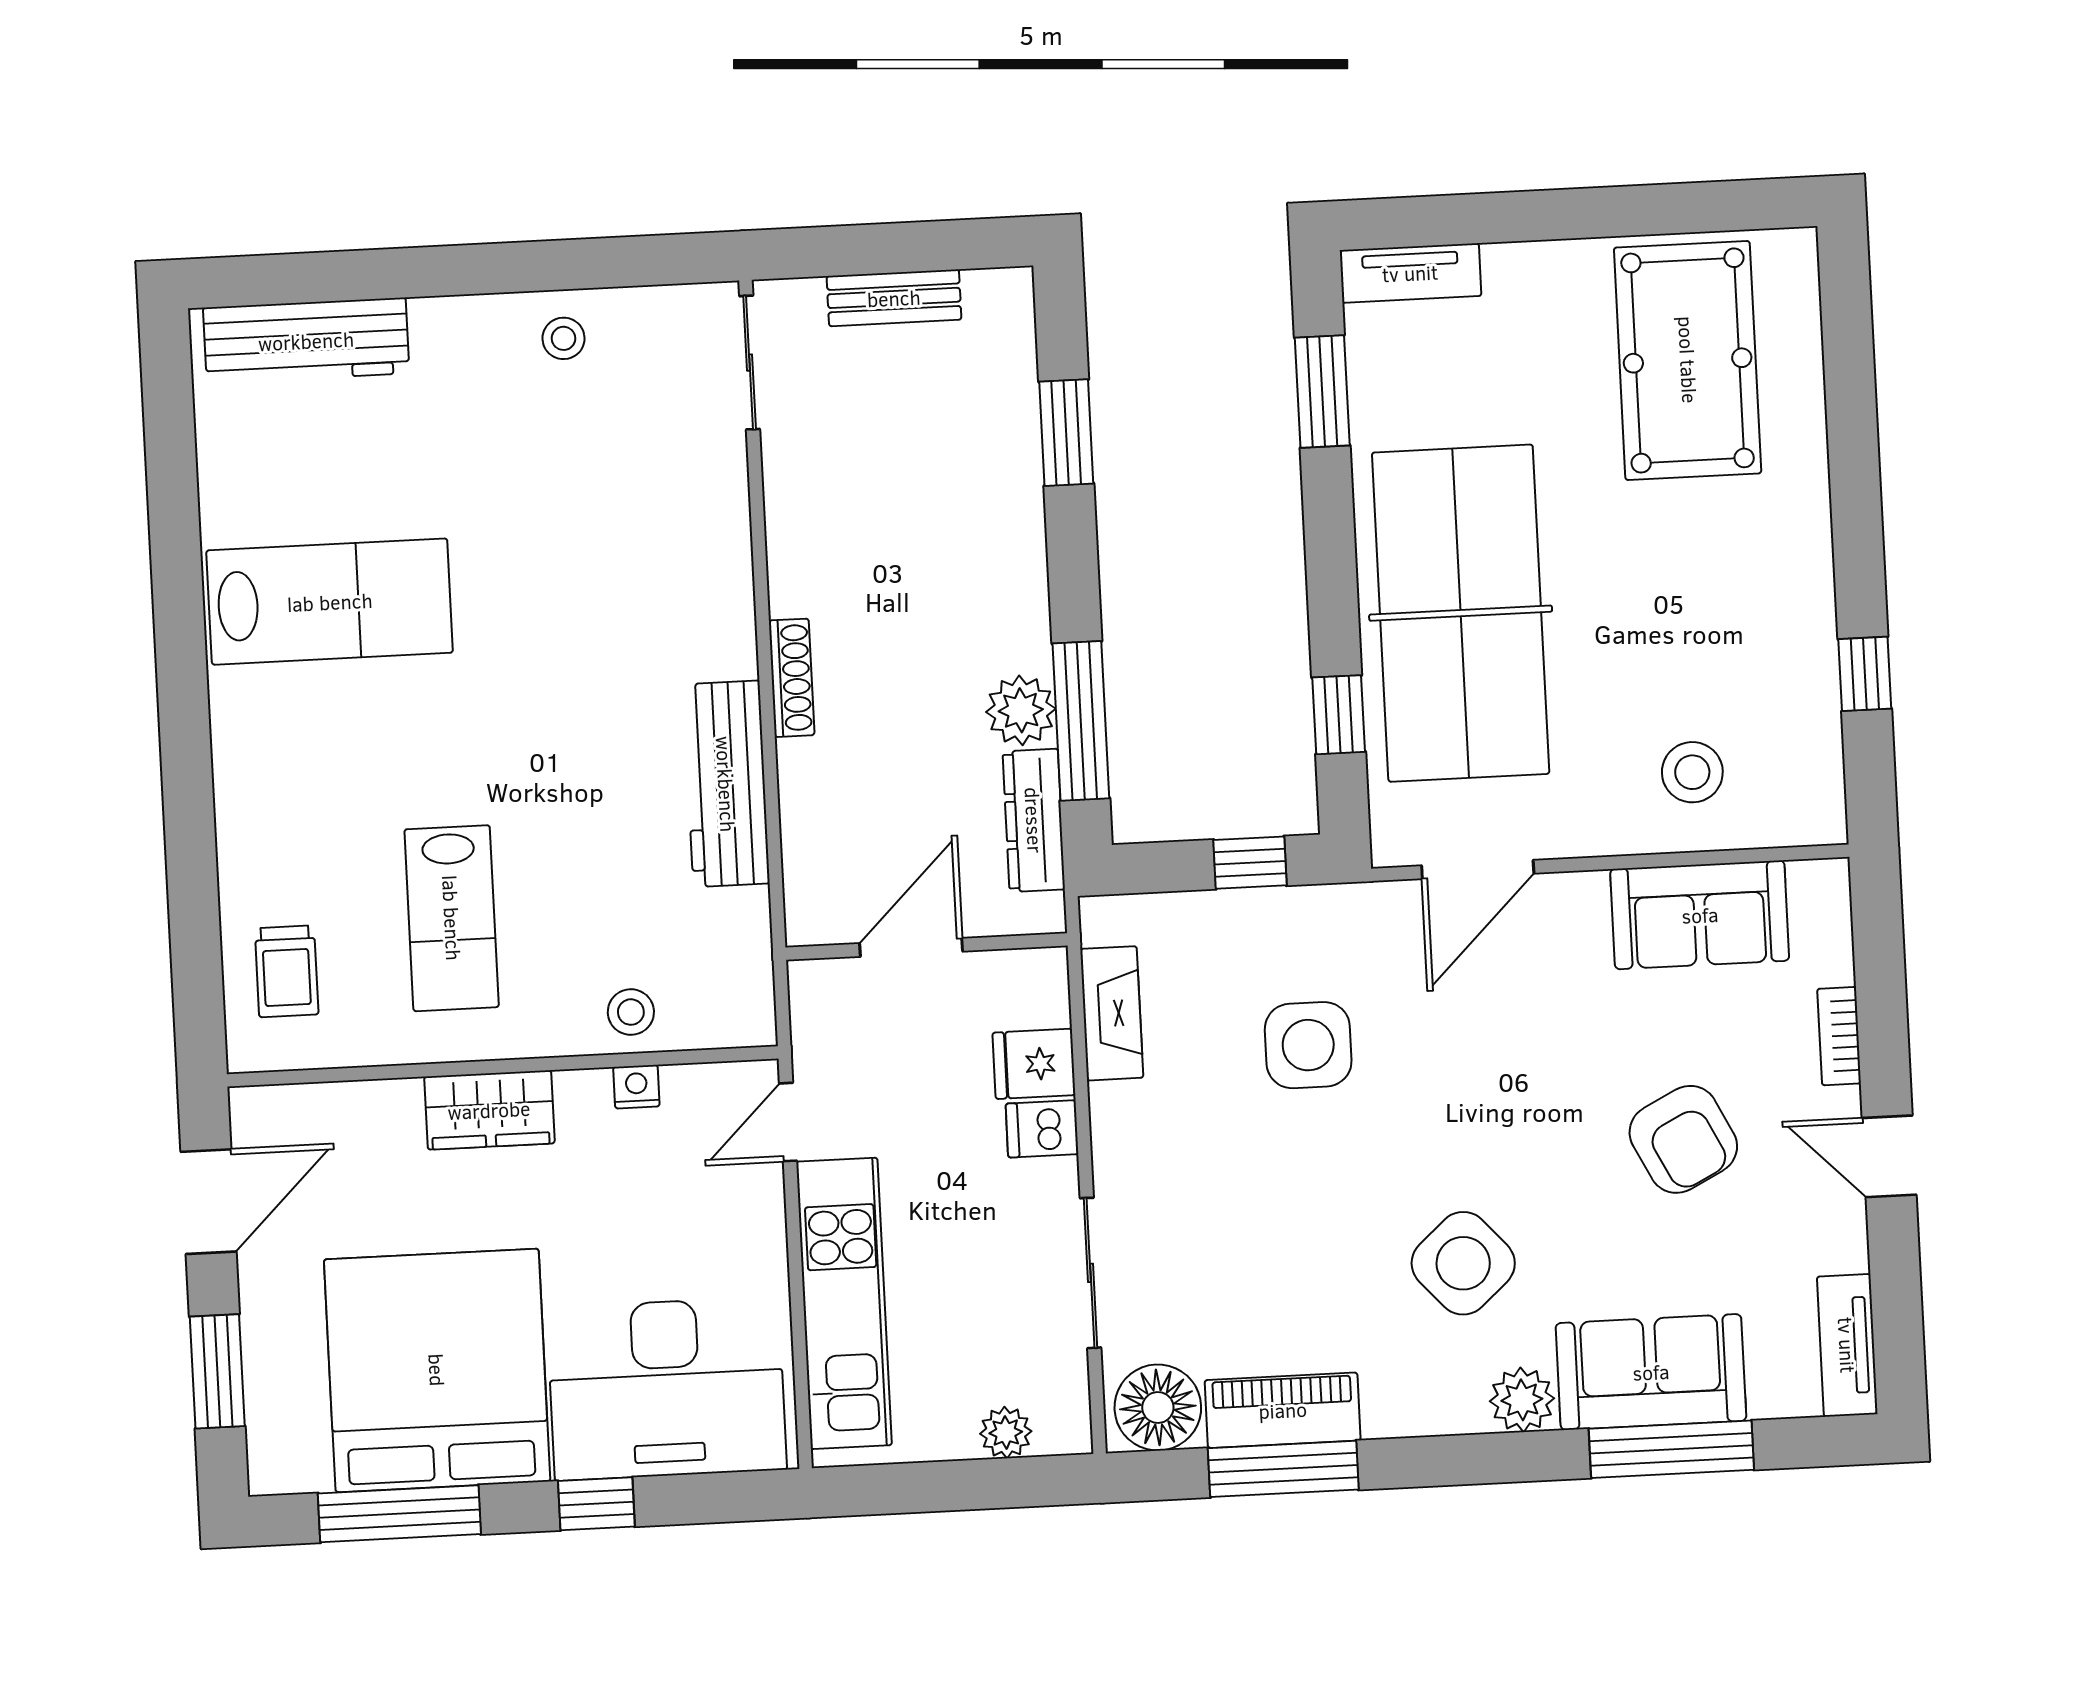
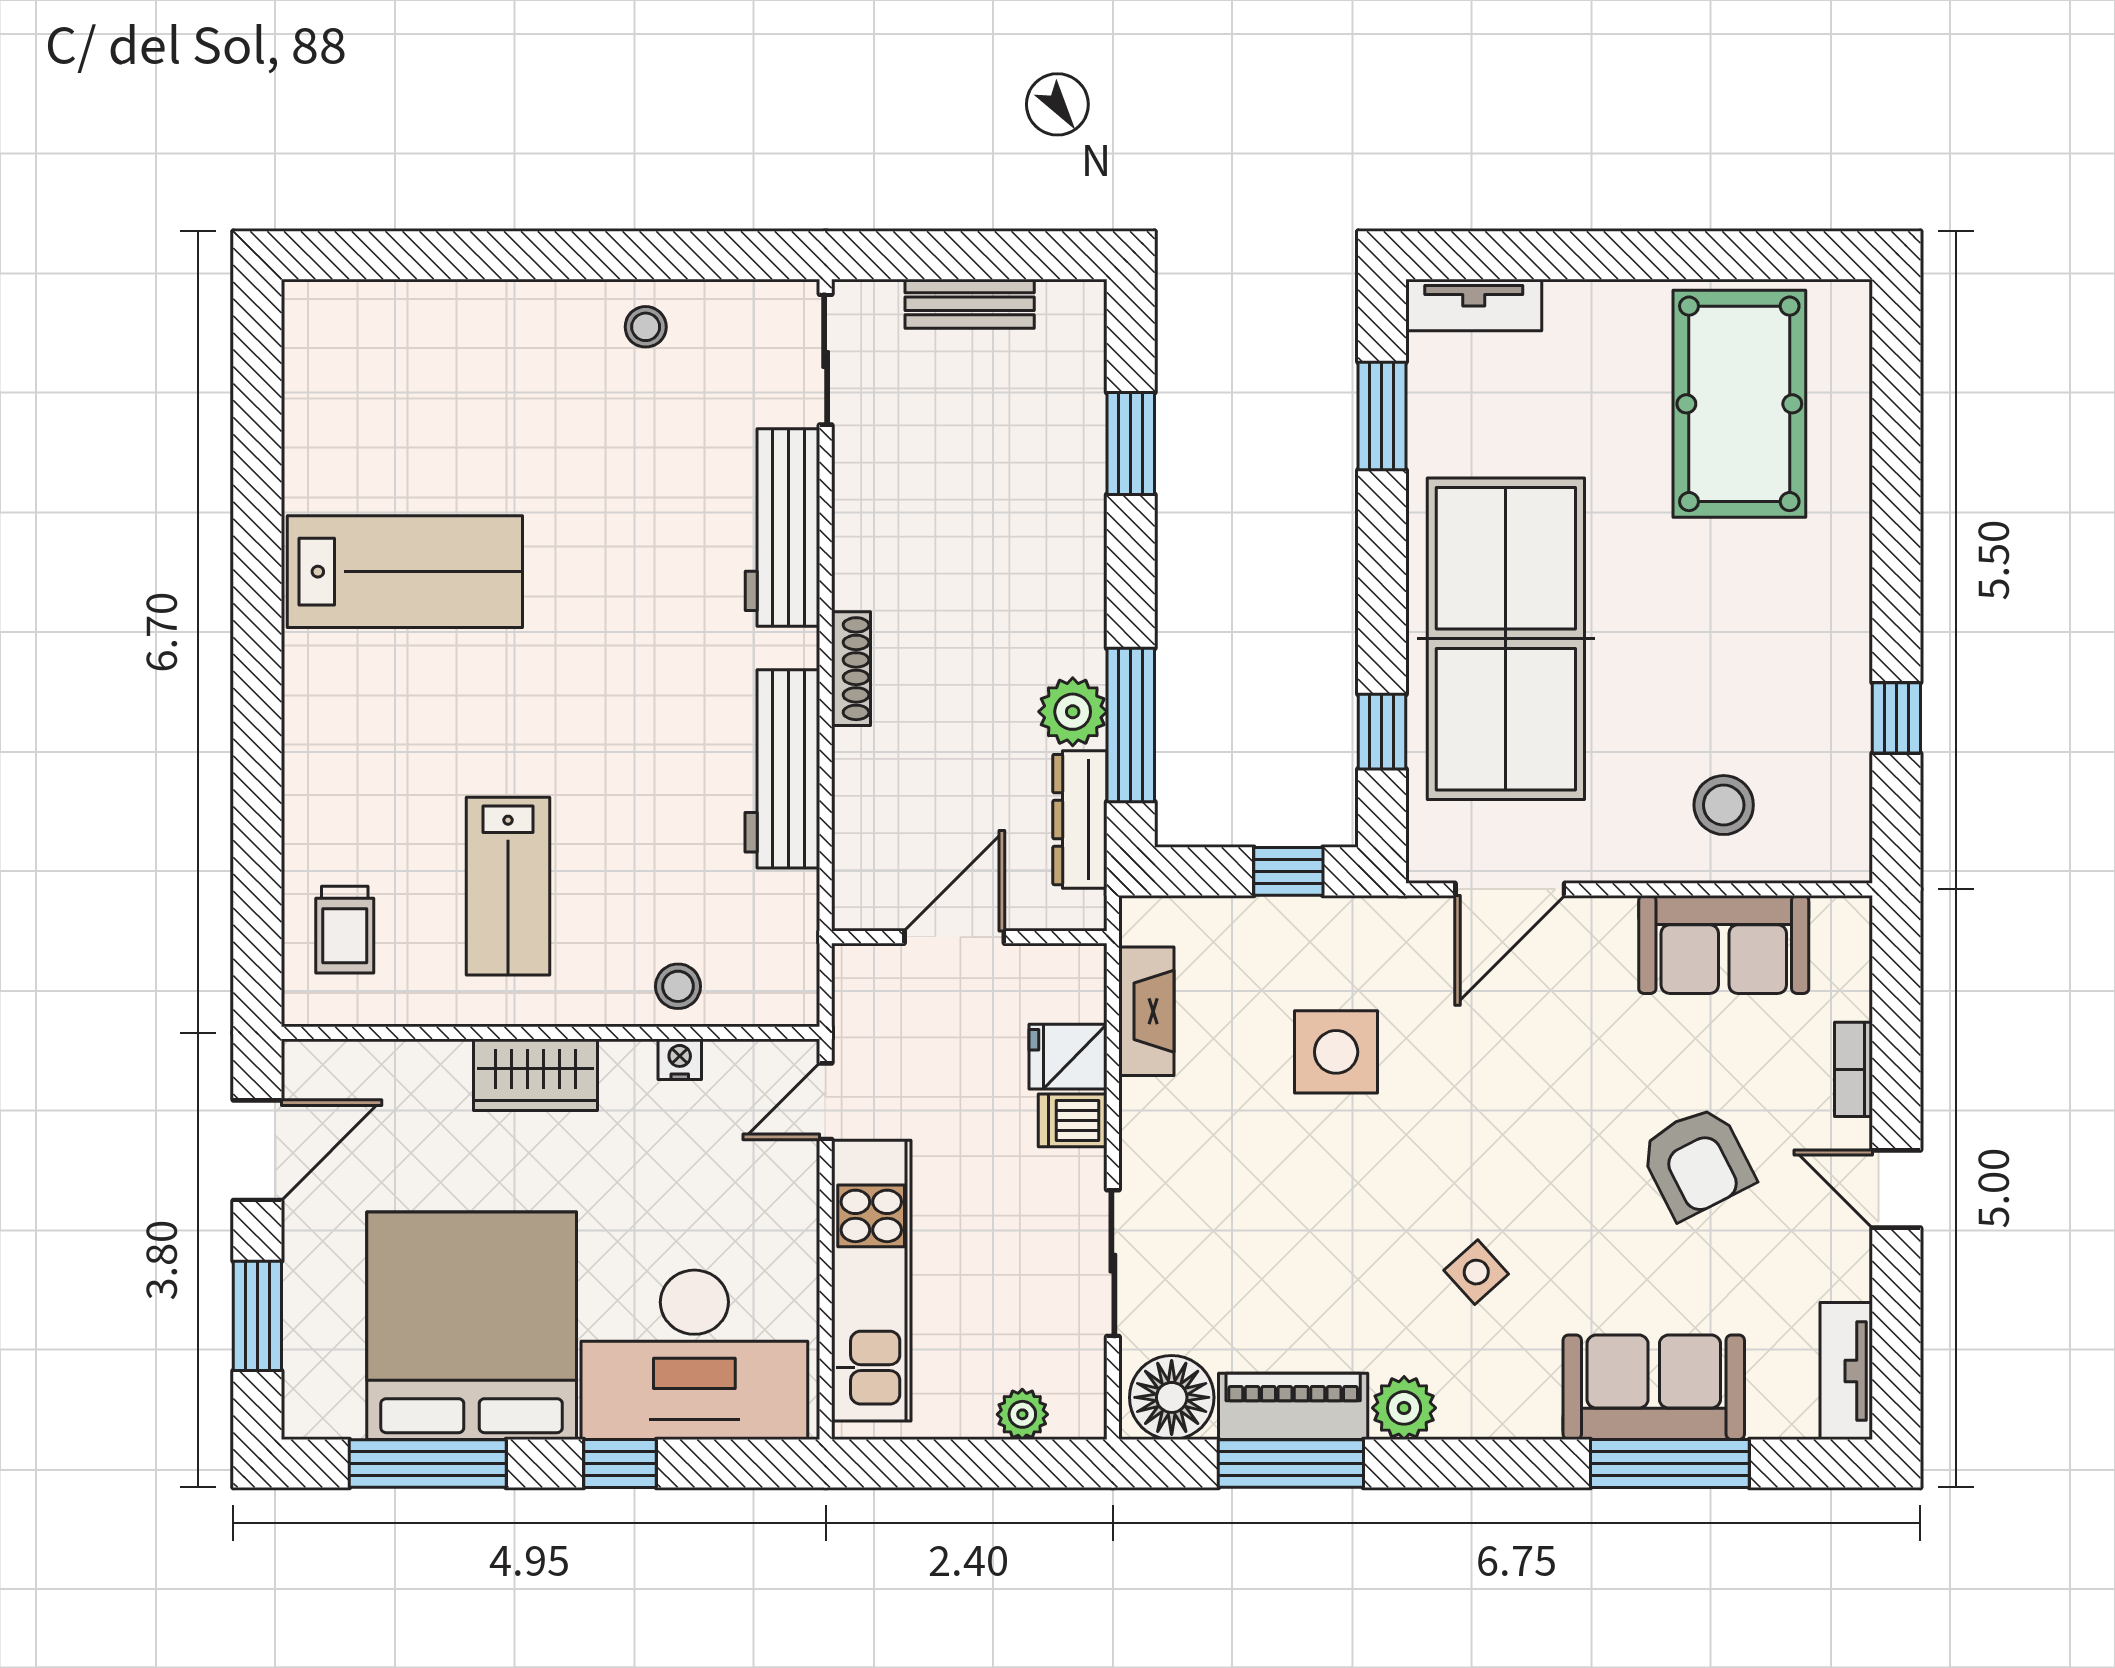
workbench: (306, 341) -> (783, 528), moved, turned 90
side table: (1463, 1263) -> (1476, 1272), width x0.54, depth x0.54
plant: (1522, 1400) -> (1404, 1408), moved

